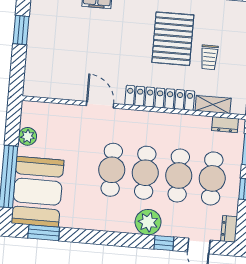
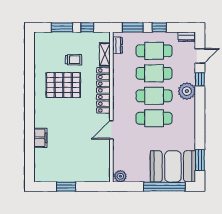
plant: (28, 136) -> (120, 176), moved

